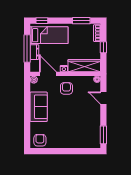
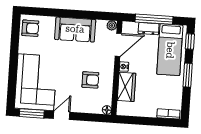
window: (81, 21) -> (188, 75), moved
window: (103, 47) -> (149, 121), removed
wardrobe: (84, 66) -> (126, 87), width x0.67
armchair: (66, 88) -> (90, 80), moved
door: (103, 98) -> (62, 115), moved
corner sofa: (80, 134) -> (36, 82), added

